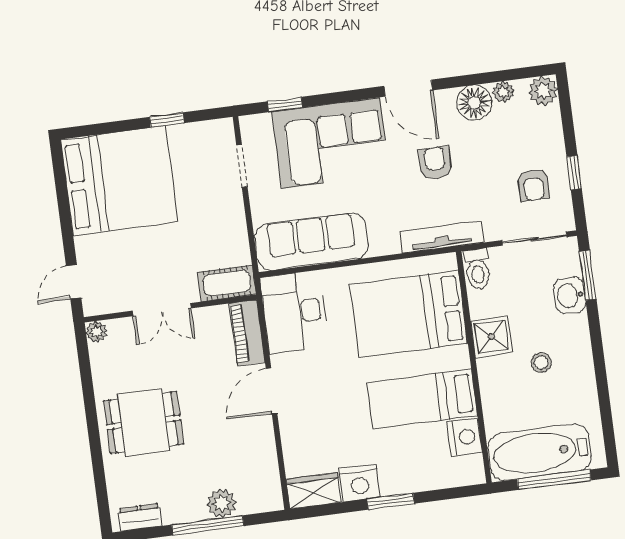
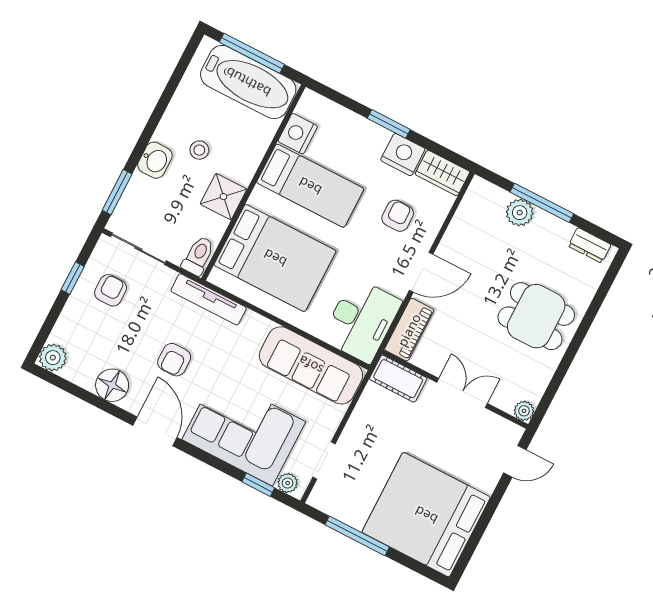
plant: (503, 92) -> (288, 483), moved
window: (167, 120) -> (357, 536), width x2.17
washbasin: (570, 295) -> (155, 160), moved
armchair: (327, 426) -> (398, 216), added

